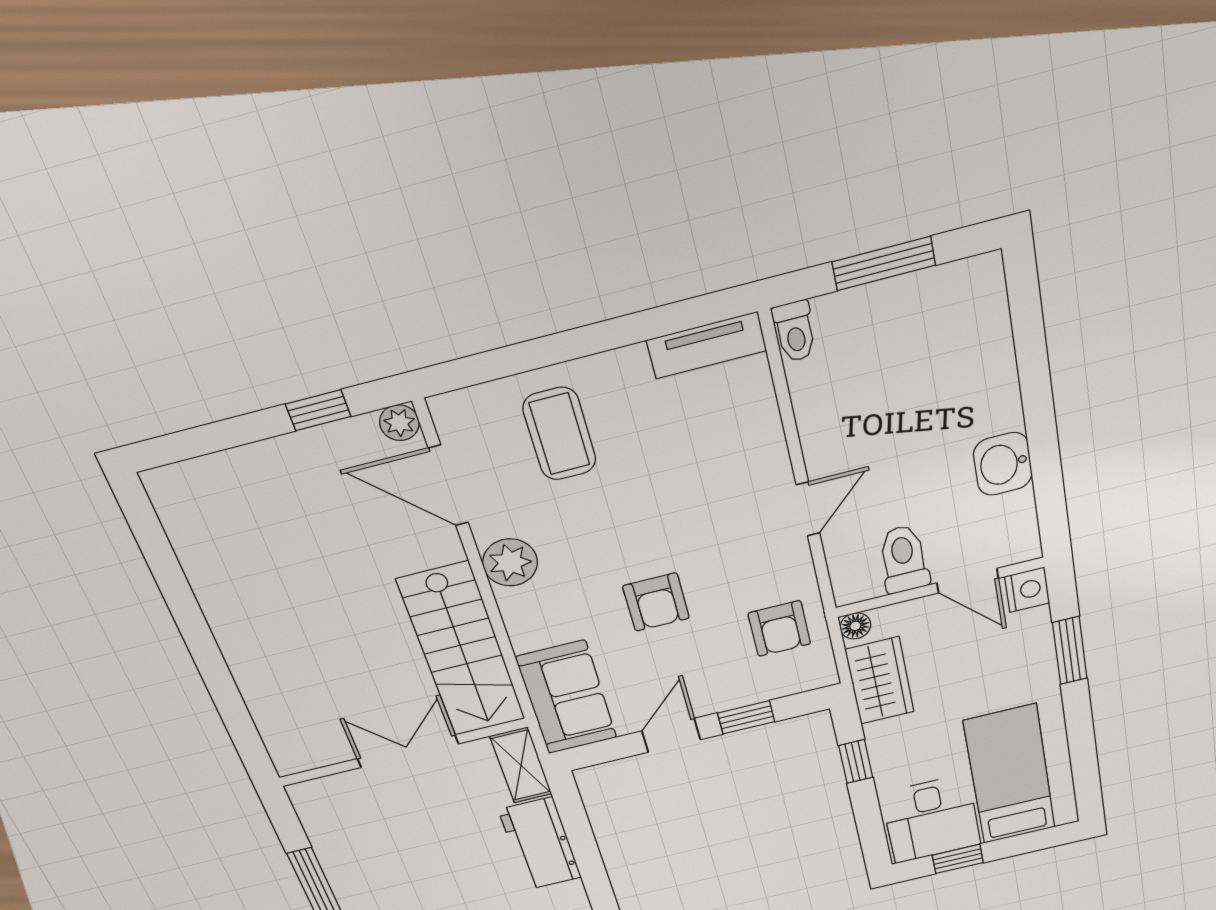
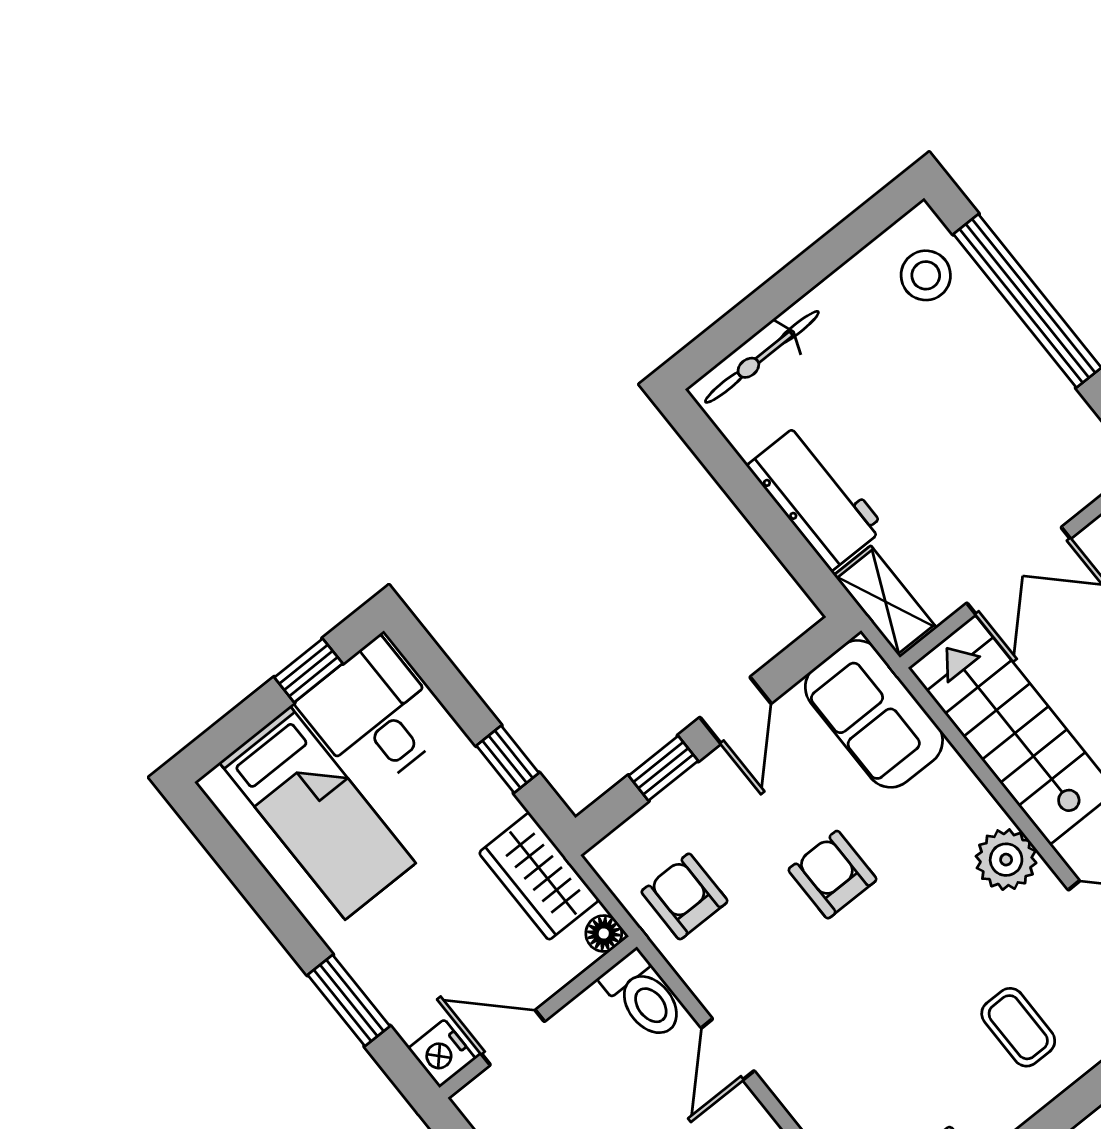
coffee table: (559, 434) -> (1018, 1027), width x0.73, depth x0.77
toilet: (904, 559) -> (643, 996), moved

